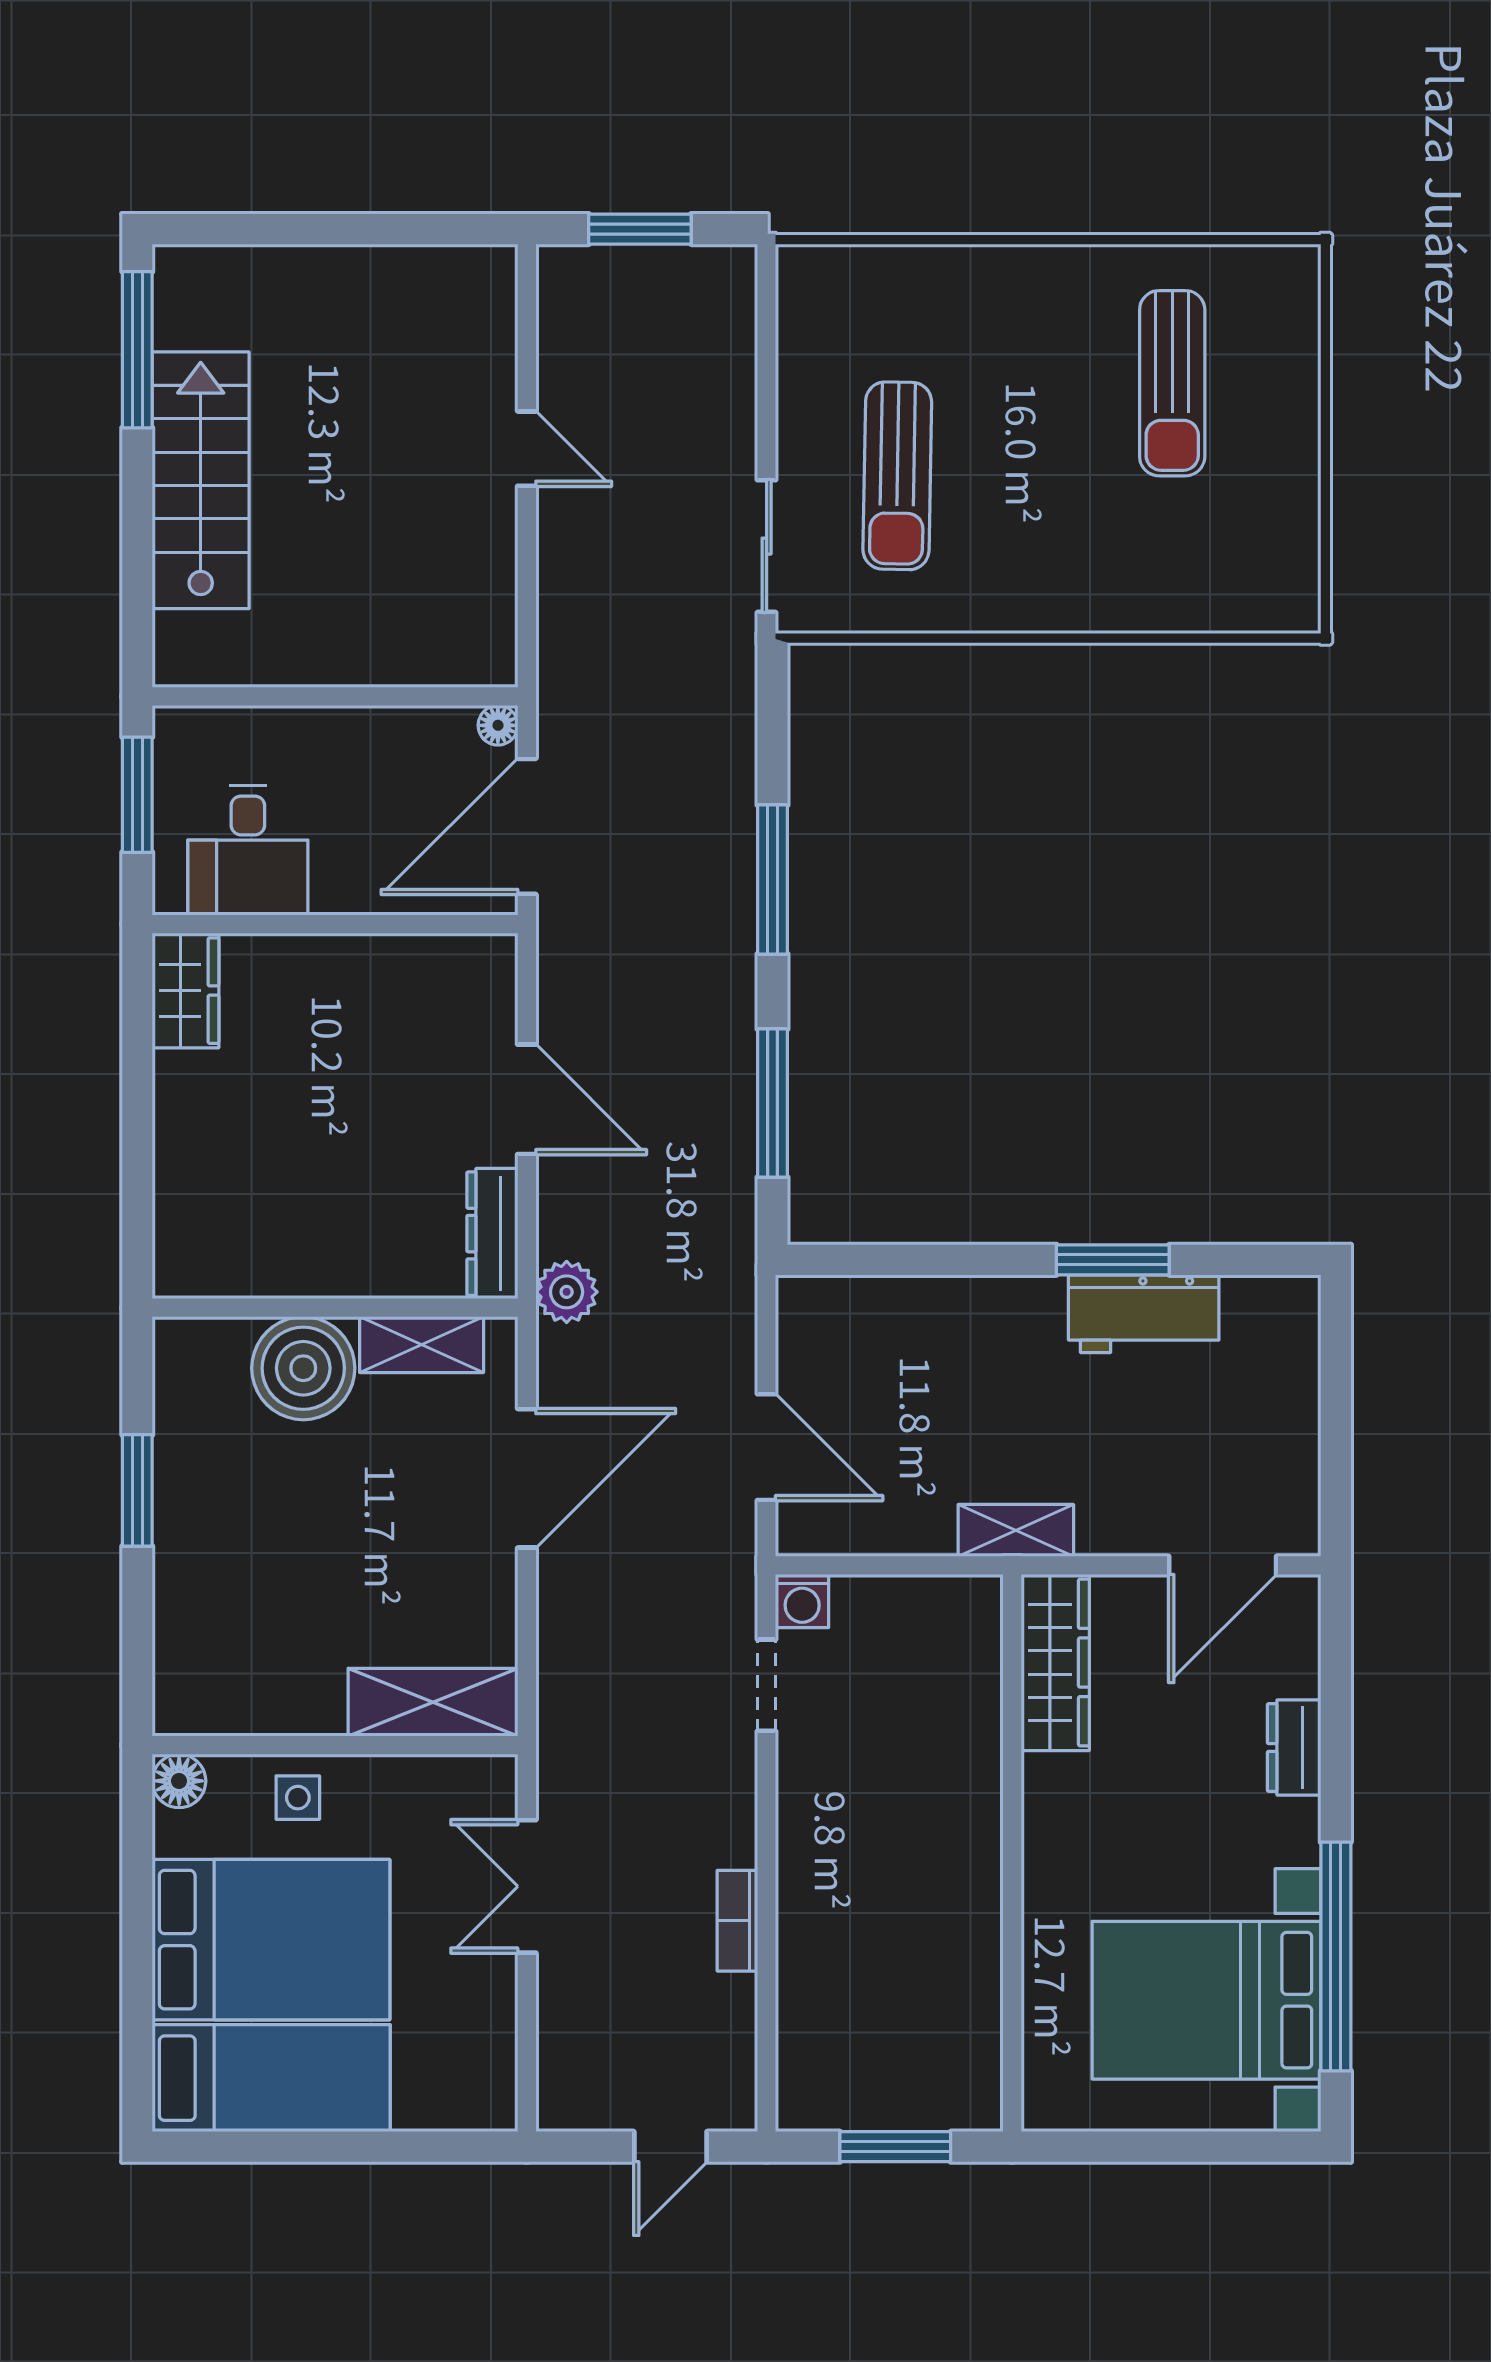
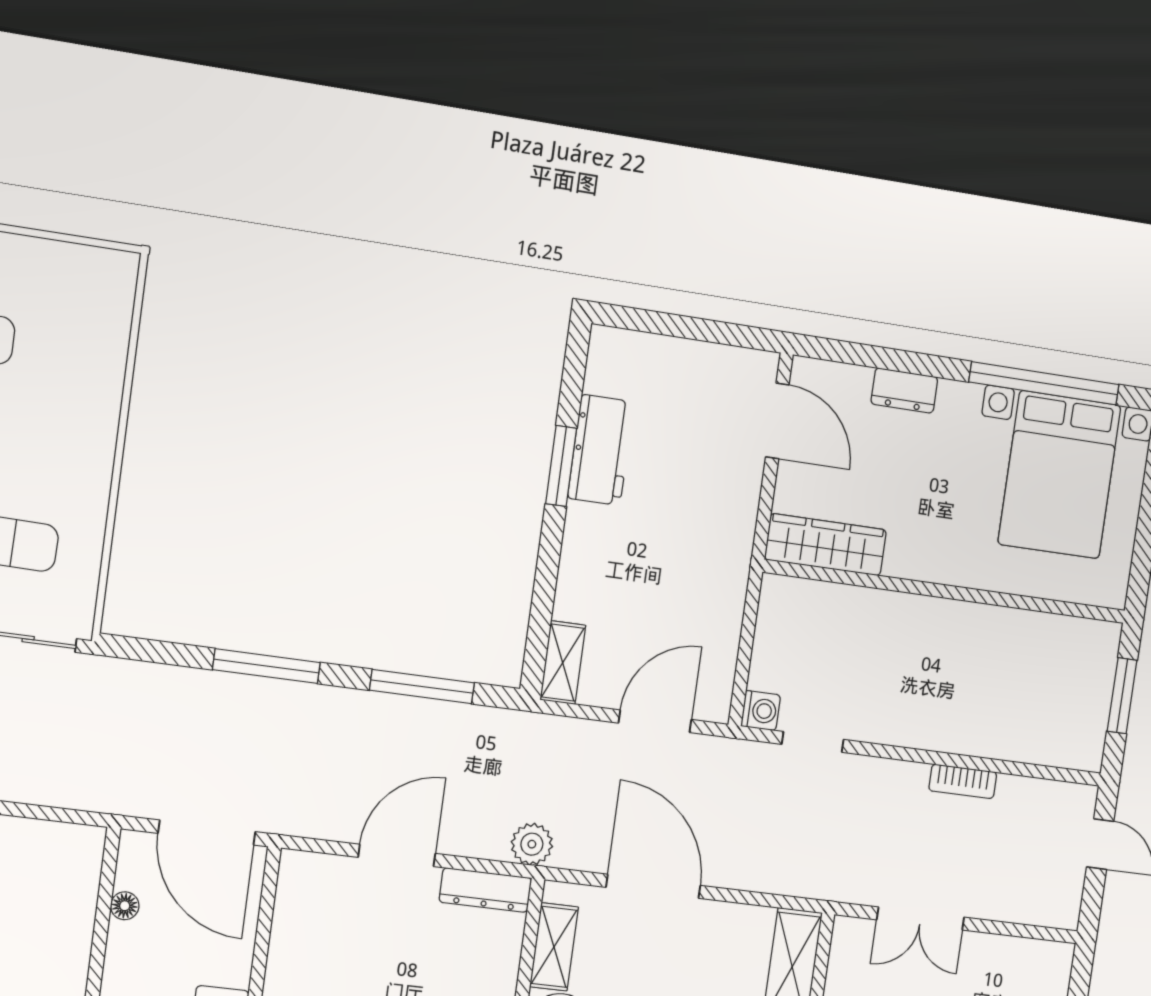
floor lamp: (498, 725) -> (125, 906), moved
shelving: (1016, 1530) -> (563, 663), moved

